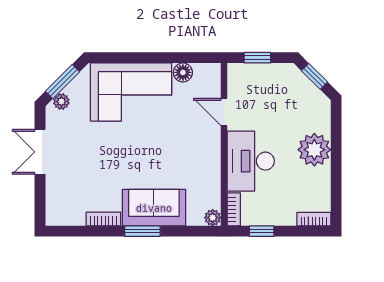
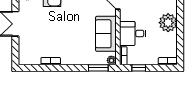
desk: (251, 161) -> (133, 33), width x0.73
sofa: (154, 208) -> (106, 34), moved, turned -90
window: (142, 231) -> (98, 68), moved

